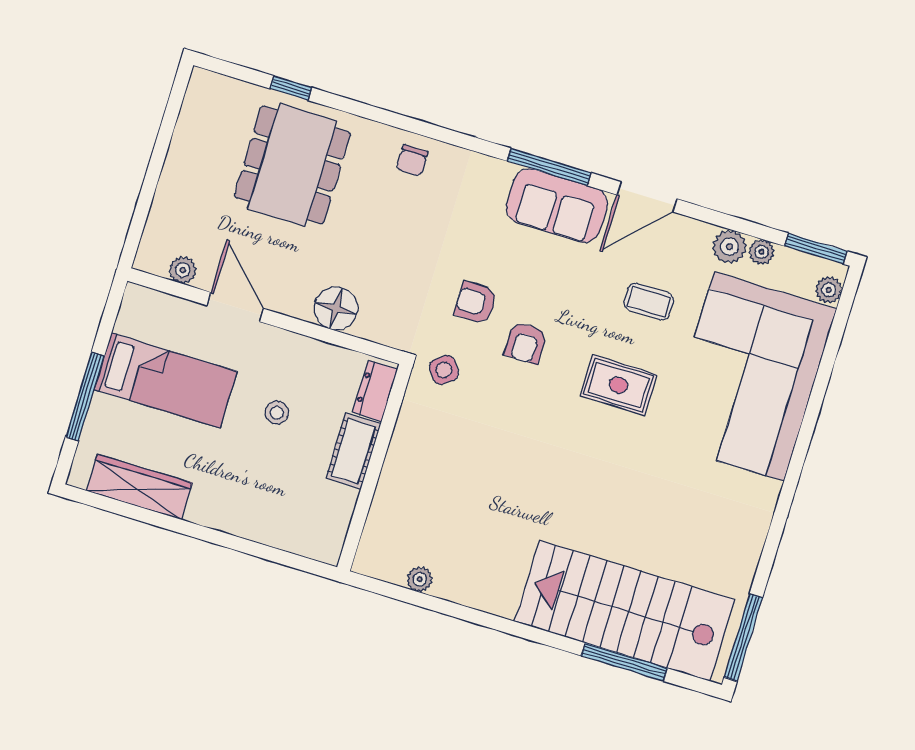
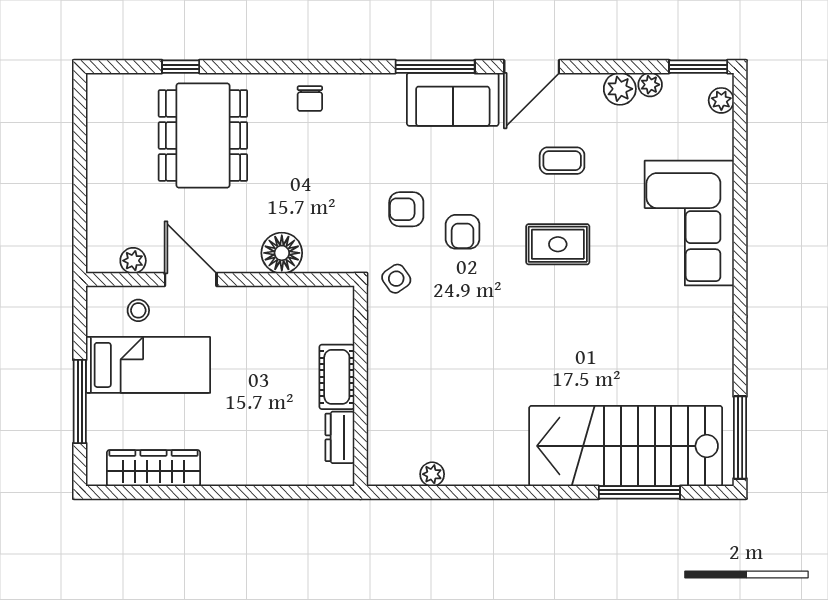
corner sofa: (749, 376) -> (689, 223), width x0.73, depth x0.74
dresser: (375, 391) -> (340, 437), moved
stool: (277, 413) -> (138, 310), moved

